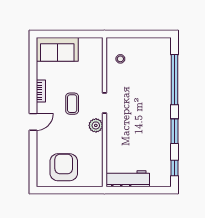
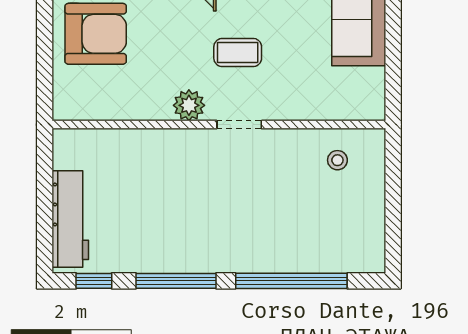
window: (174, 131) -> (176, 281), width x1.44
workbench: (128, 179) -> (70, 219), moved

